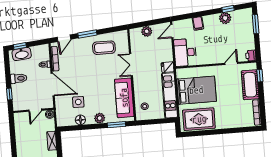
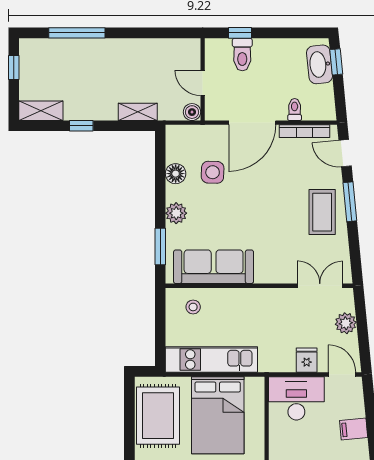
coffee table: (104, 48) -> (322, 212), moved
double door: (131, 65) -> (320, 286), moved
fridge: (168, 67) -> (307, 360), moved
toilet: (19, 78) -> (242, 54), moved

